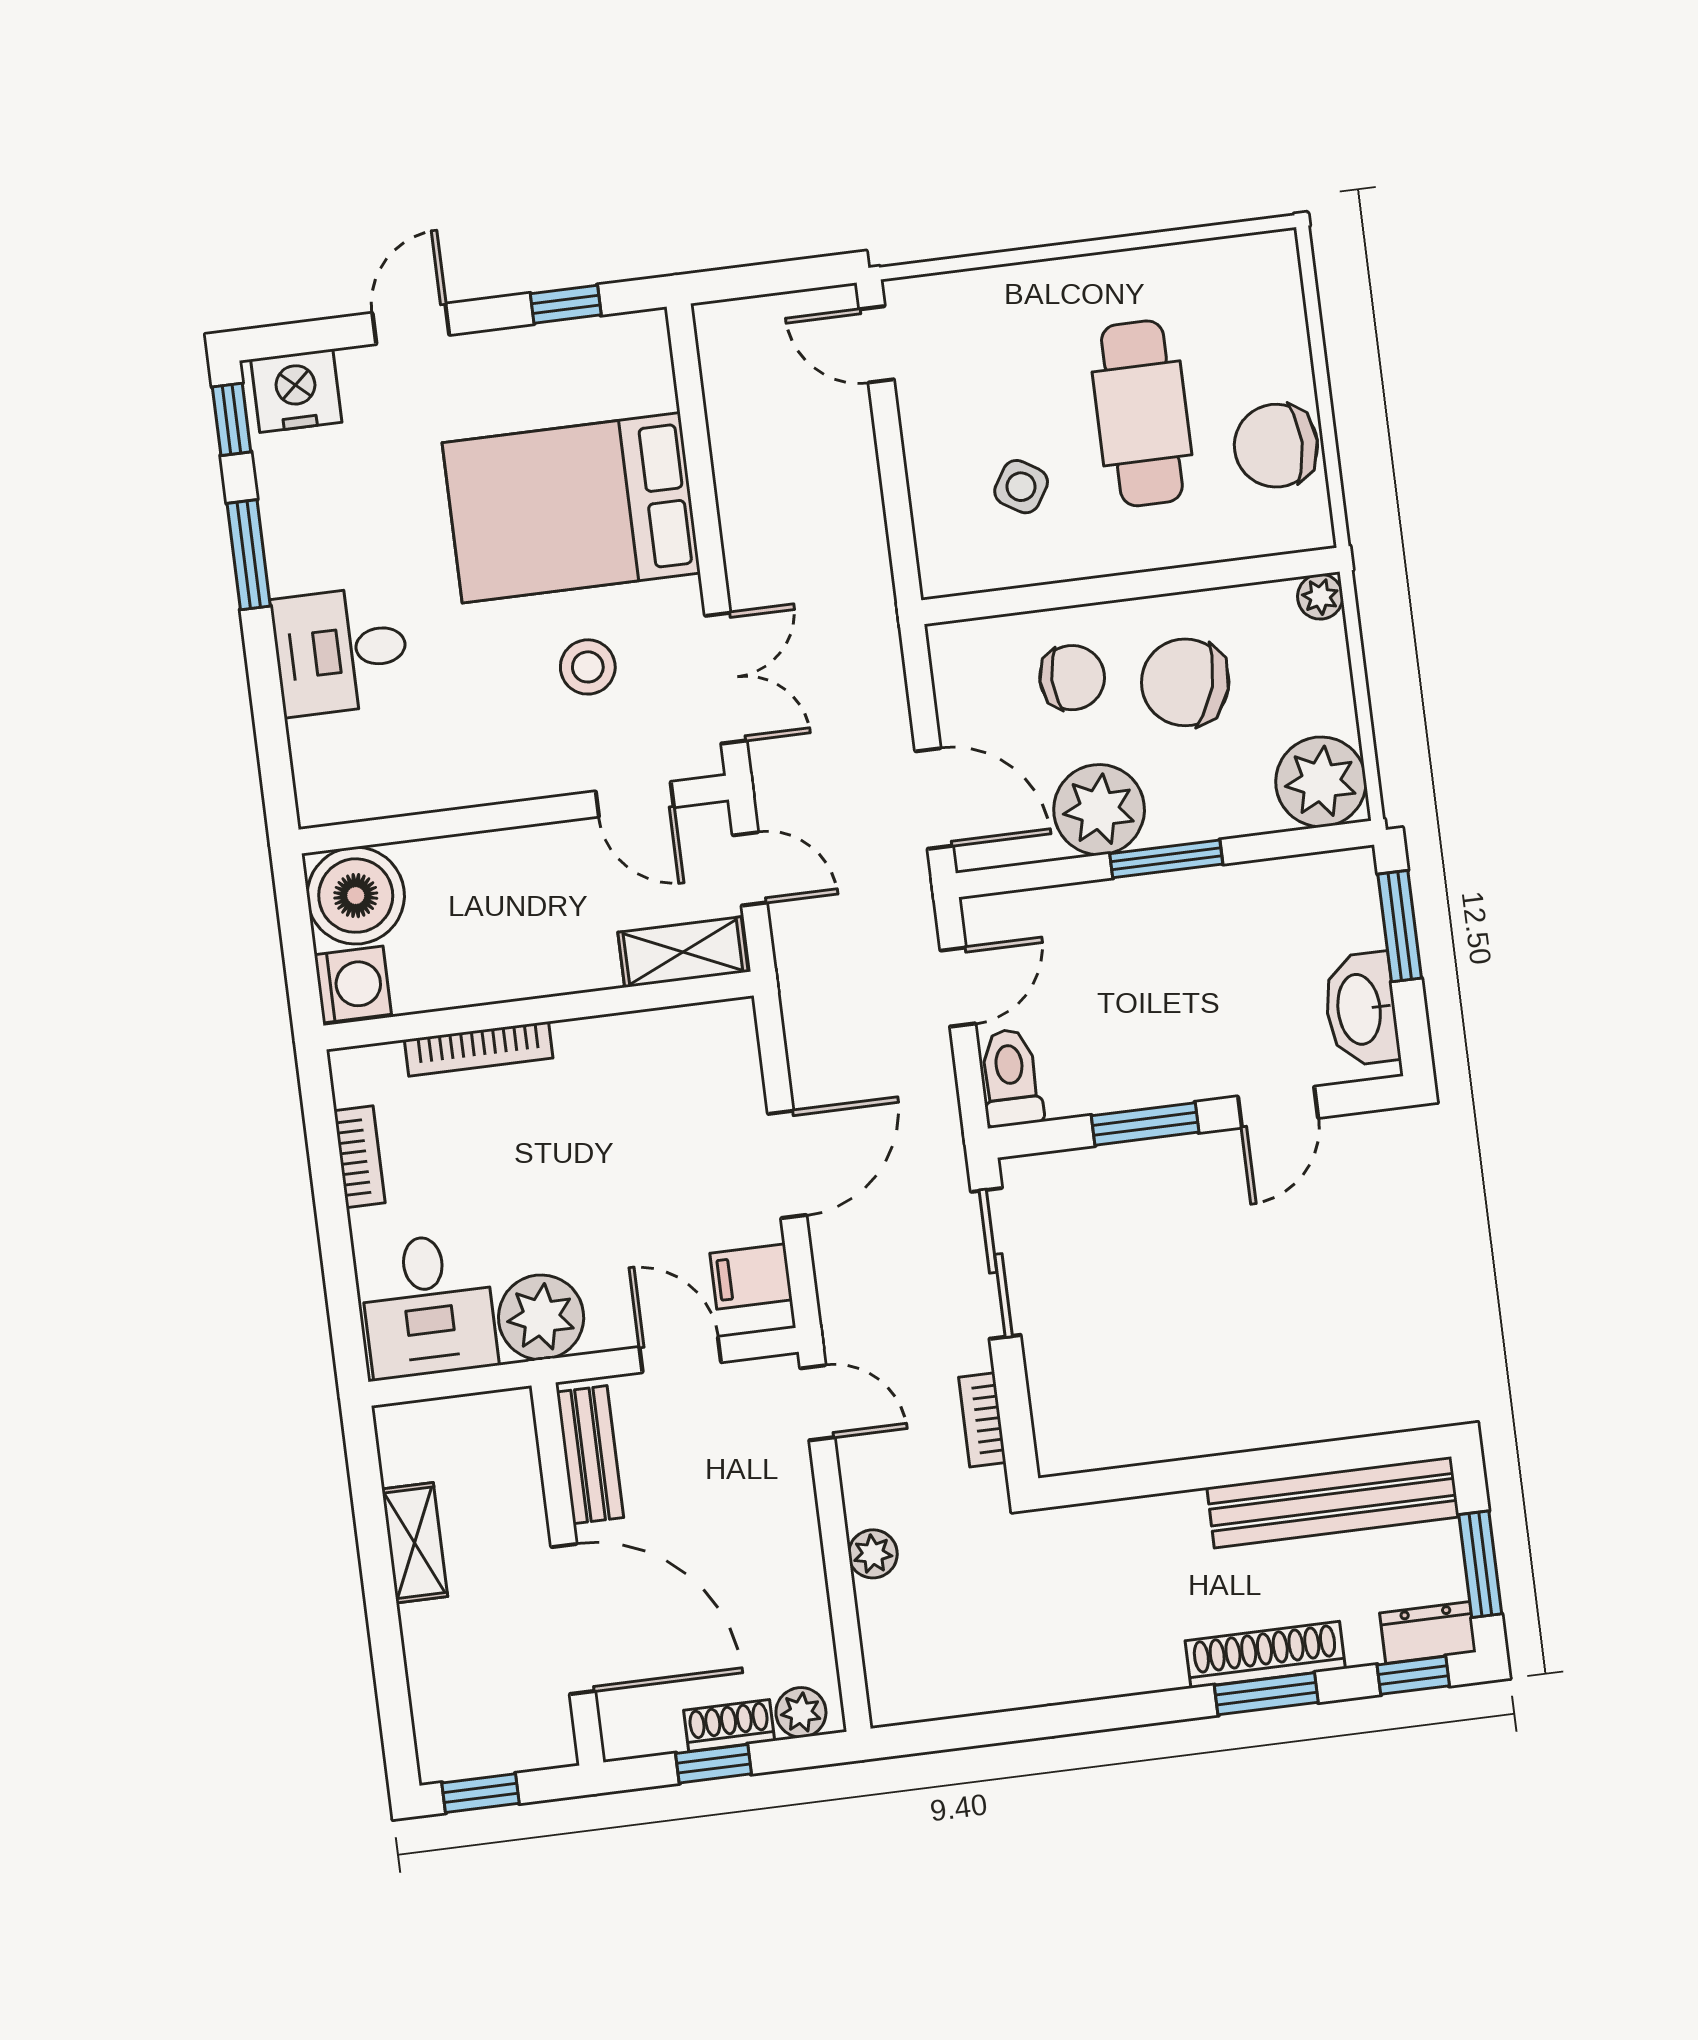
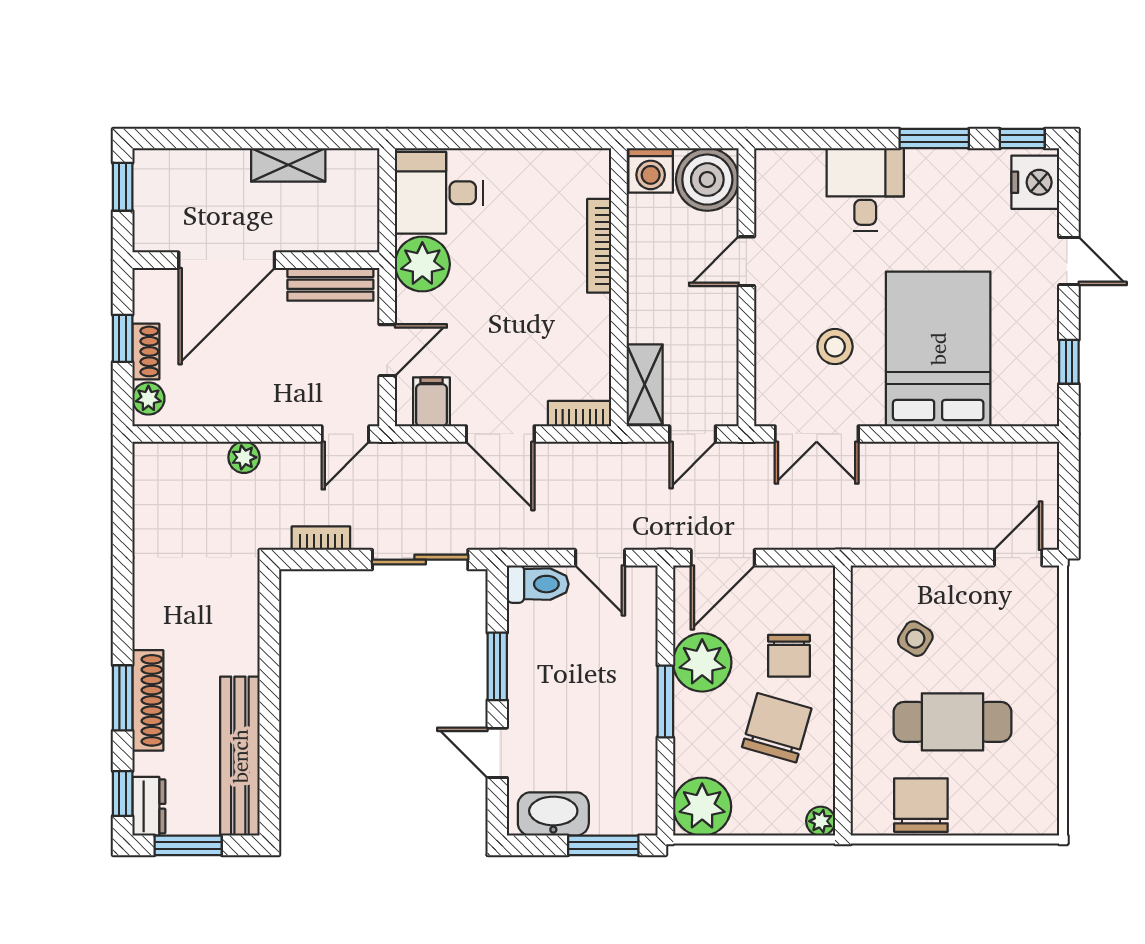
door: (635, 799) -> (746, 261), moved
bookcase: (360, 1157) -> (580, 414), moved, turned 180

